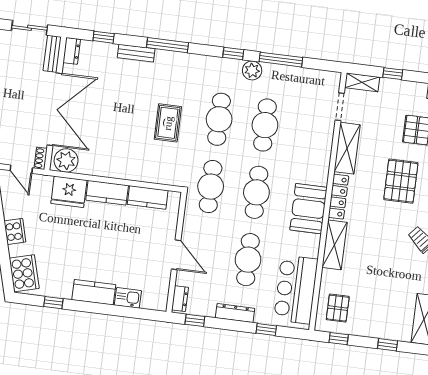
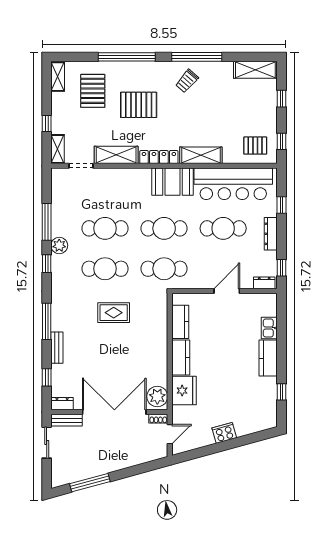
cooker: (24, 273) -> (259, 420), removed
bar counter: (296, 289) -> (233, 184), width x1.36

